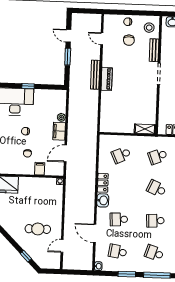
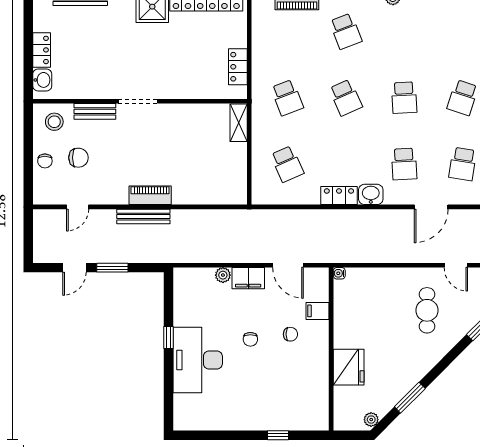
school desk: (157, 189) -> (346, 98), turned -48

